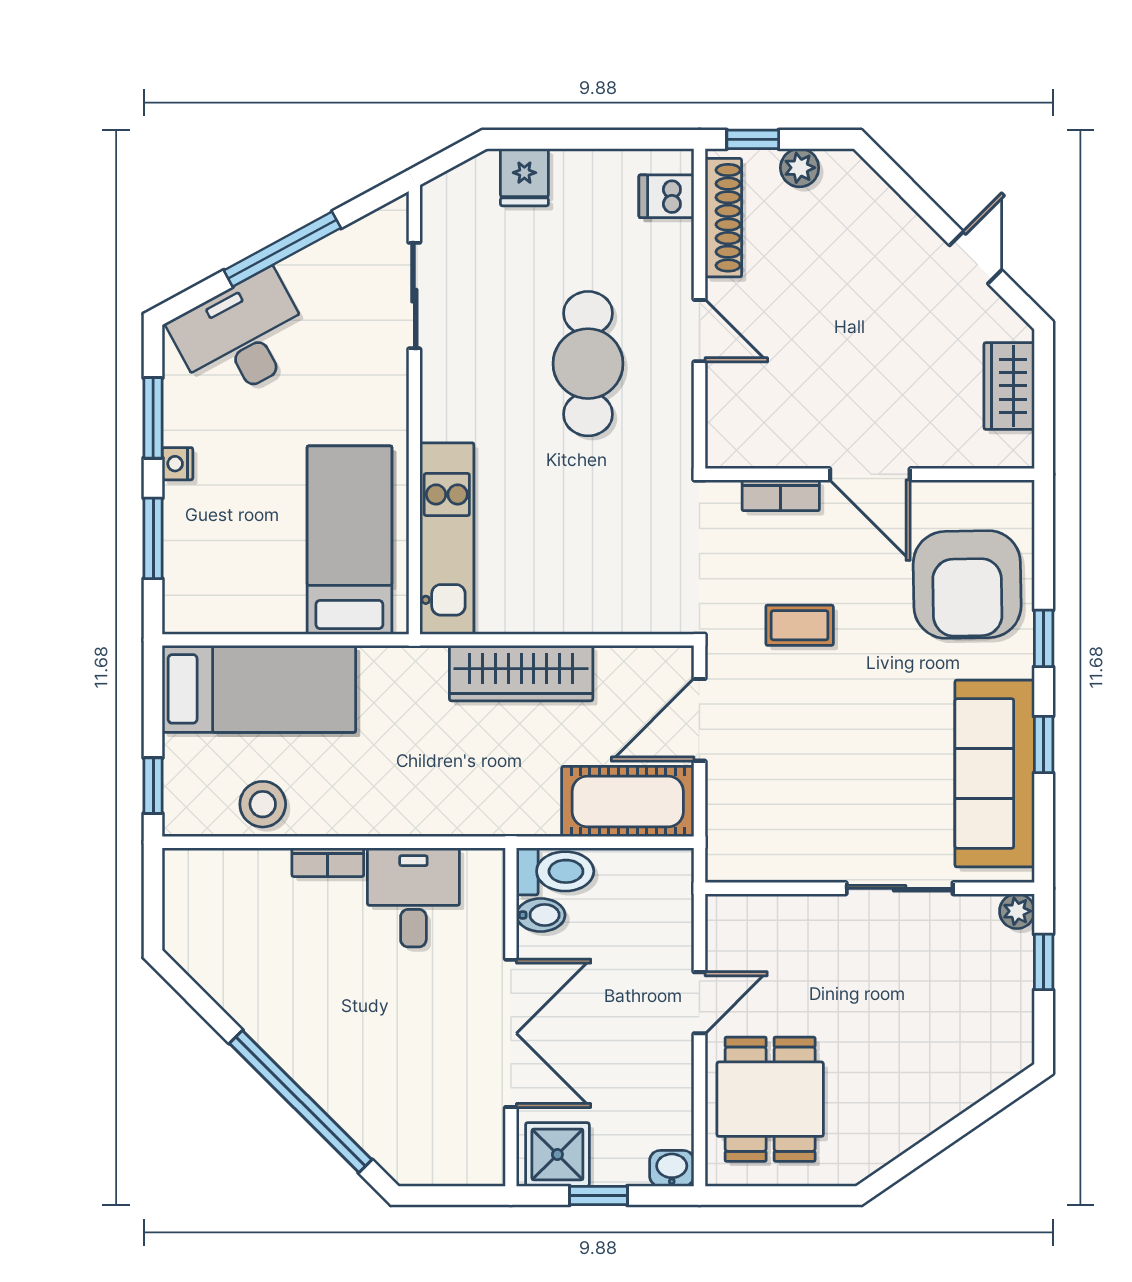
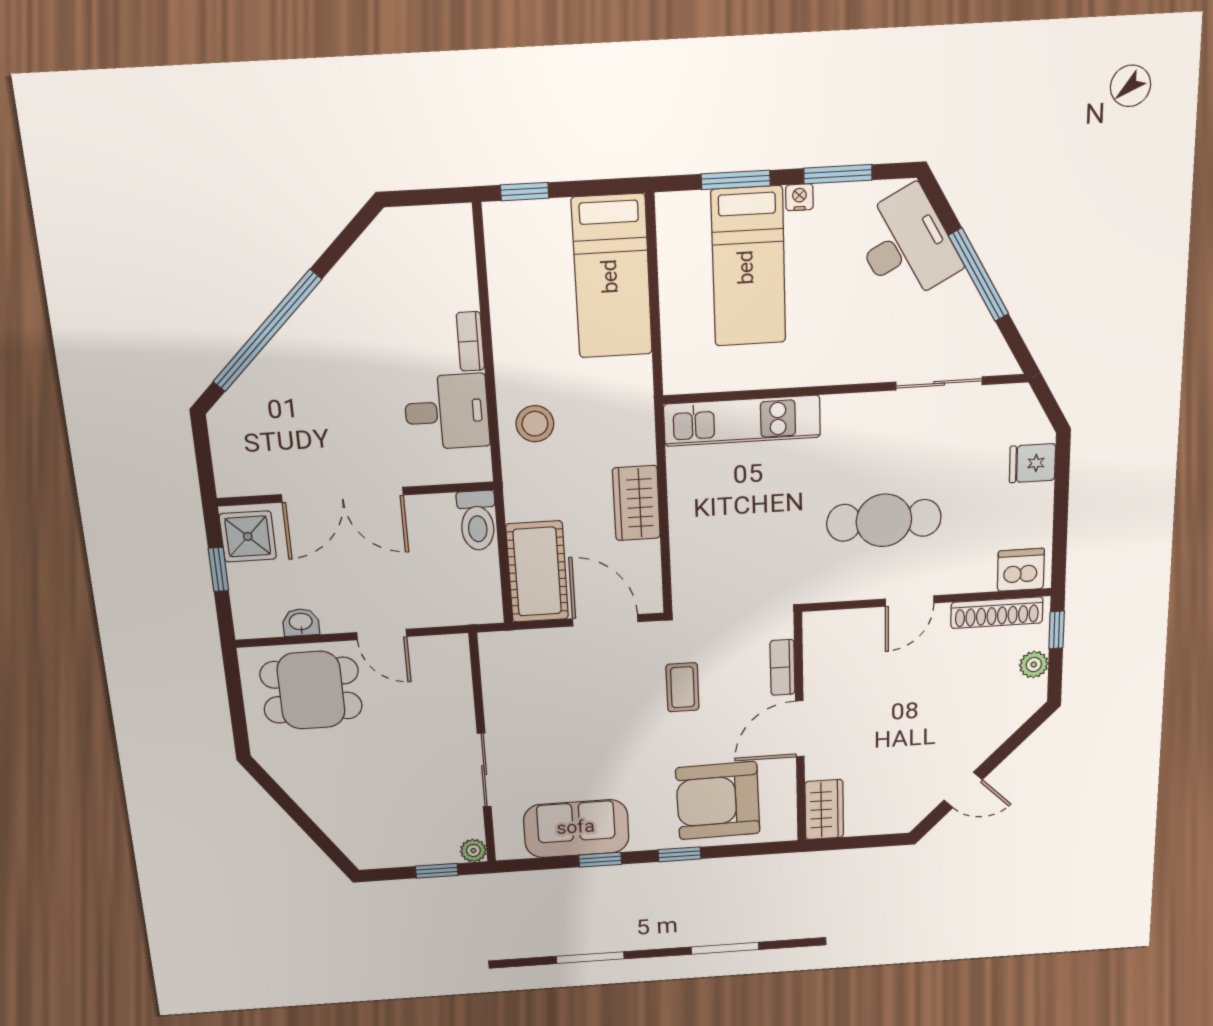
dishwasher: (666, 196) -> (1021, 570), width x1.38
wardrobe: (1009, 386) -> (824, 810), moved, turned 90
bed: (349, 540) -> (748, 267), moved, turned 90
wardrobe: (521, 673) -> (636, 503), width x0.67
sofa: (995, 773) -> (576, 829), width x0.73
stool: (263, 804) -> (535, 424), moved
bidet: (541, 915) -> (441, 512), removed
washbasin: (672, 1168) -> (301, 622), moved, turned -90

